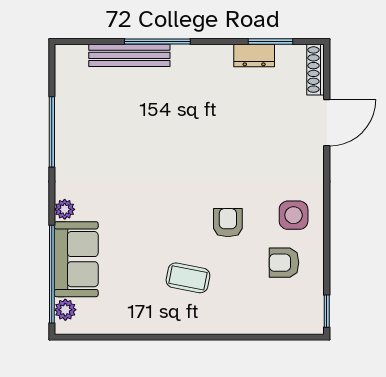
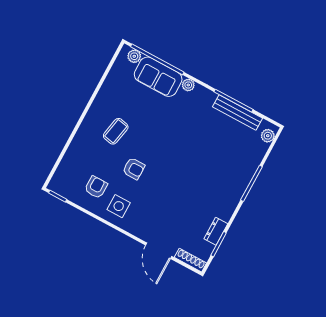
plant: (76, 55) -> (268, 136), added
bench: (129, 55) -> (237, 112), moved, turned 90

